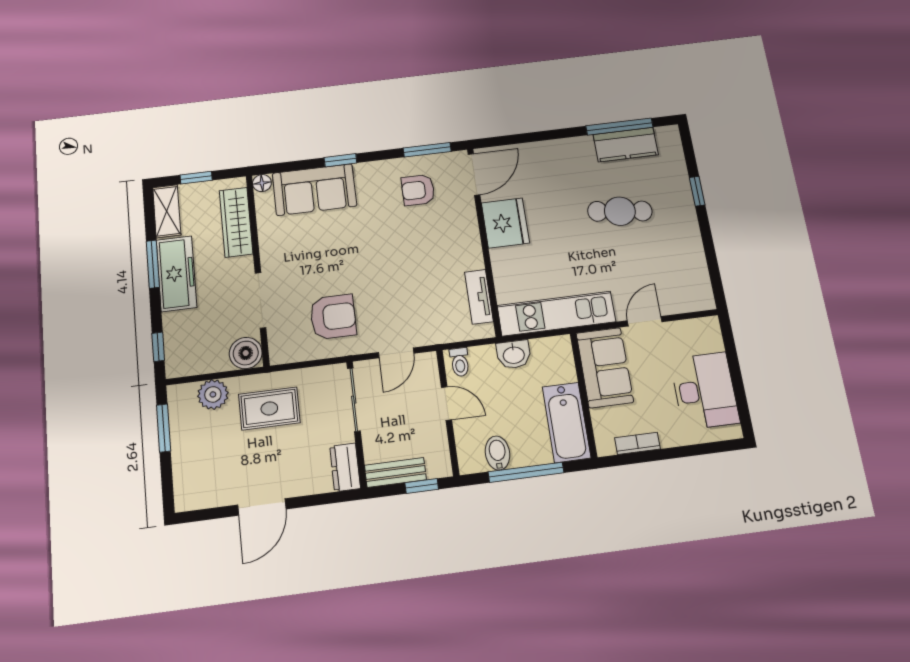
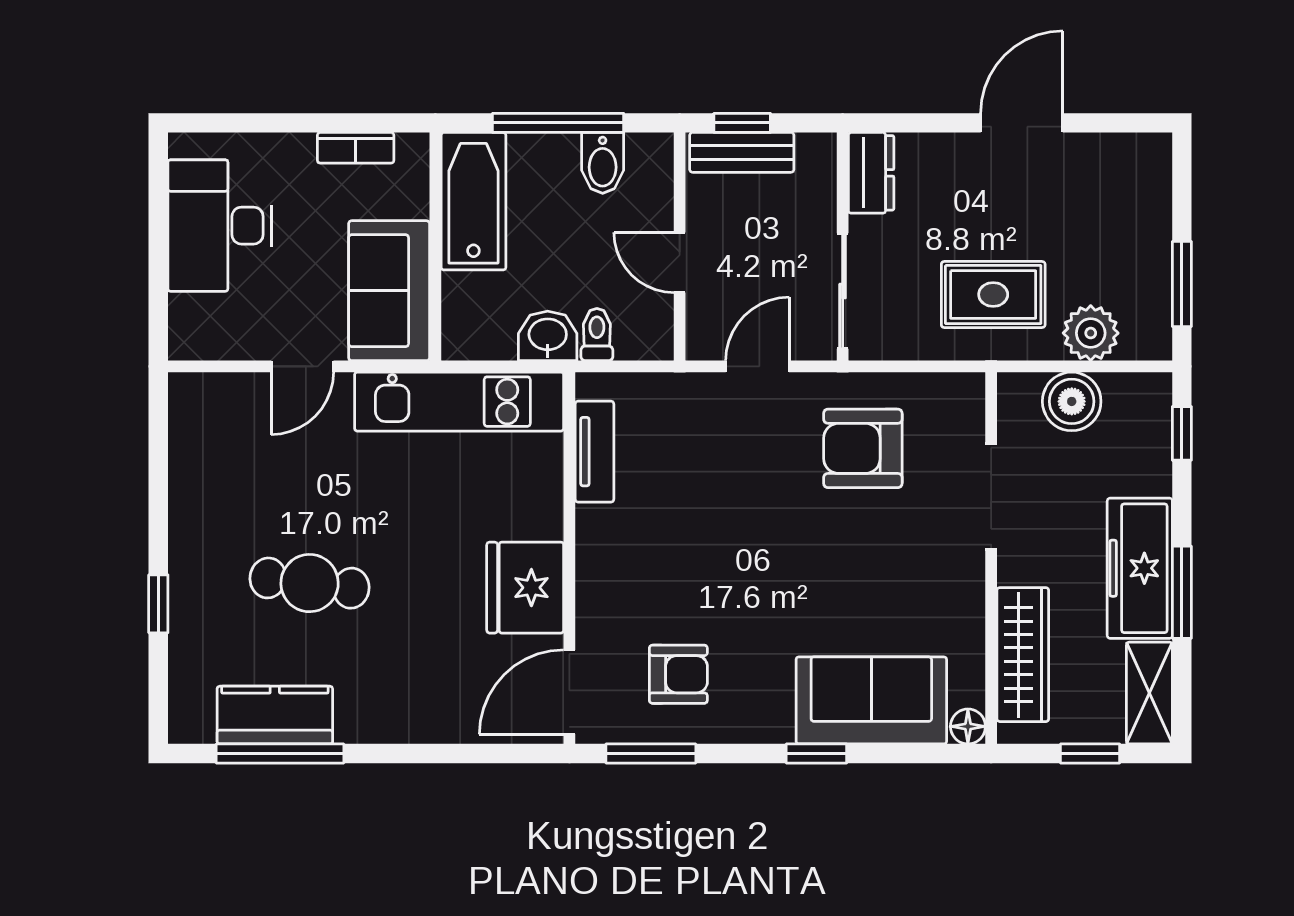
boiler: (246, 353) -> (1072, 401), moved
toilet: (460, 362) -> (597, 335), moved
bench: (395, 472) -> (742, 152), moved

